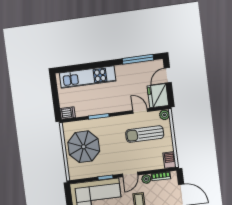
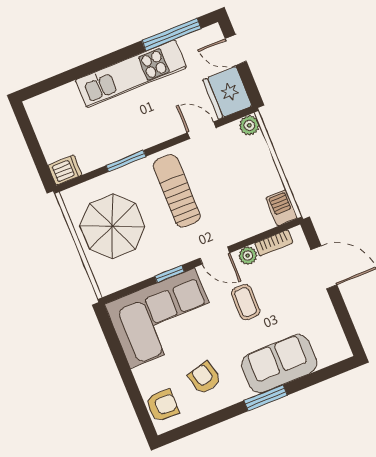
door: (168, 75) -> (236, 50), hinge flipped
kitchen unit: (88, 77) -> (131, 74), moved
sun lounger: (145, 134) -> (177, 191), moved, turned 90
door: (130, 175) -> (215, 255), hinge flipped

